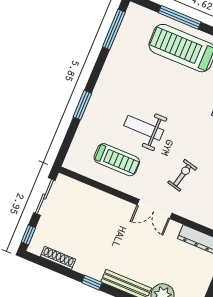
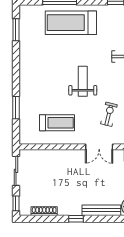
window: (114, 29) -> (16, 30), width x0.69
window: (82, 105) -> (16, 108), moved
weight bench: (144, 128) -> (83, 81), moved, turned 90

